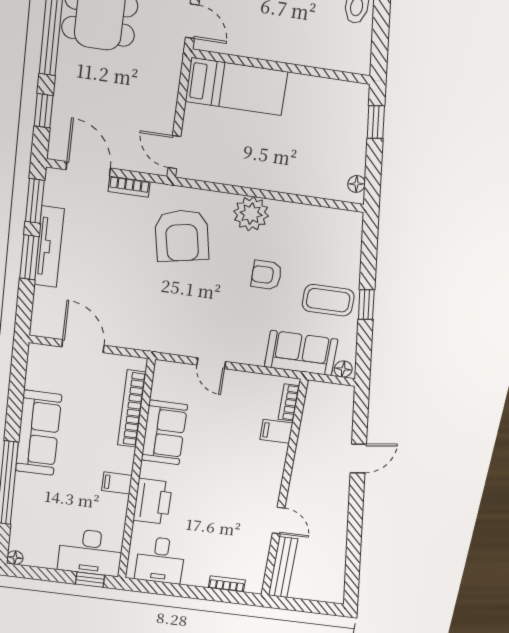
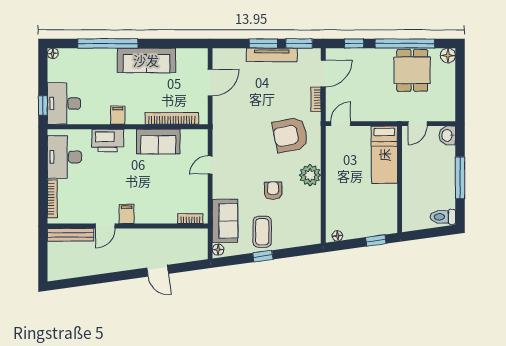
filing cabinet: (276, 431) -> (127, 214), moved
desk: (160, 560) -> (64, 157), width x1.37
bookcase: (227, 584) -> (52, 199), width x1.56

